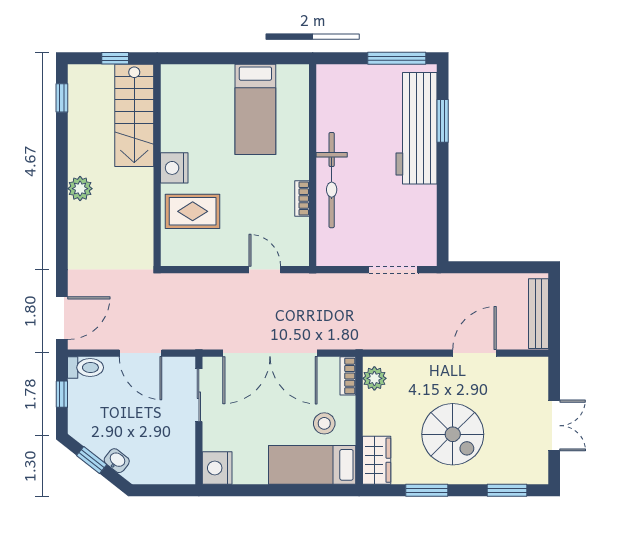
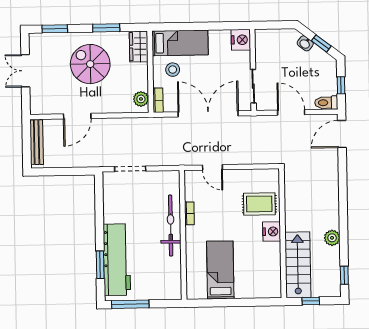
plant: (80, 189) -> (332, 238), moved

